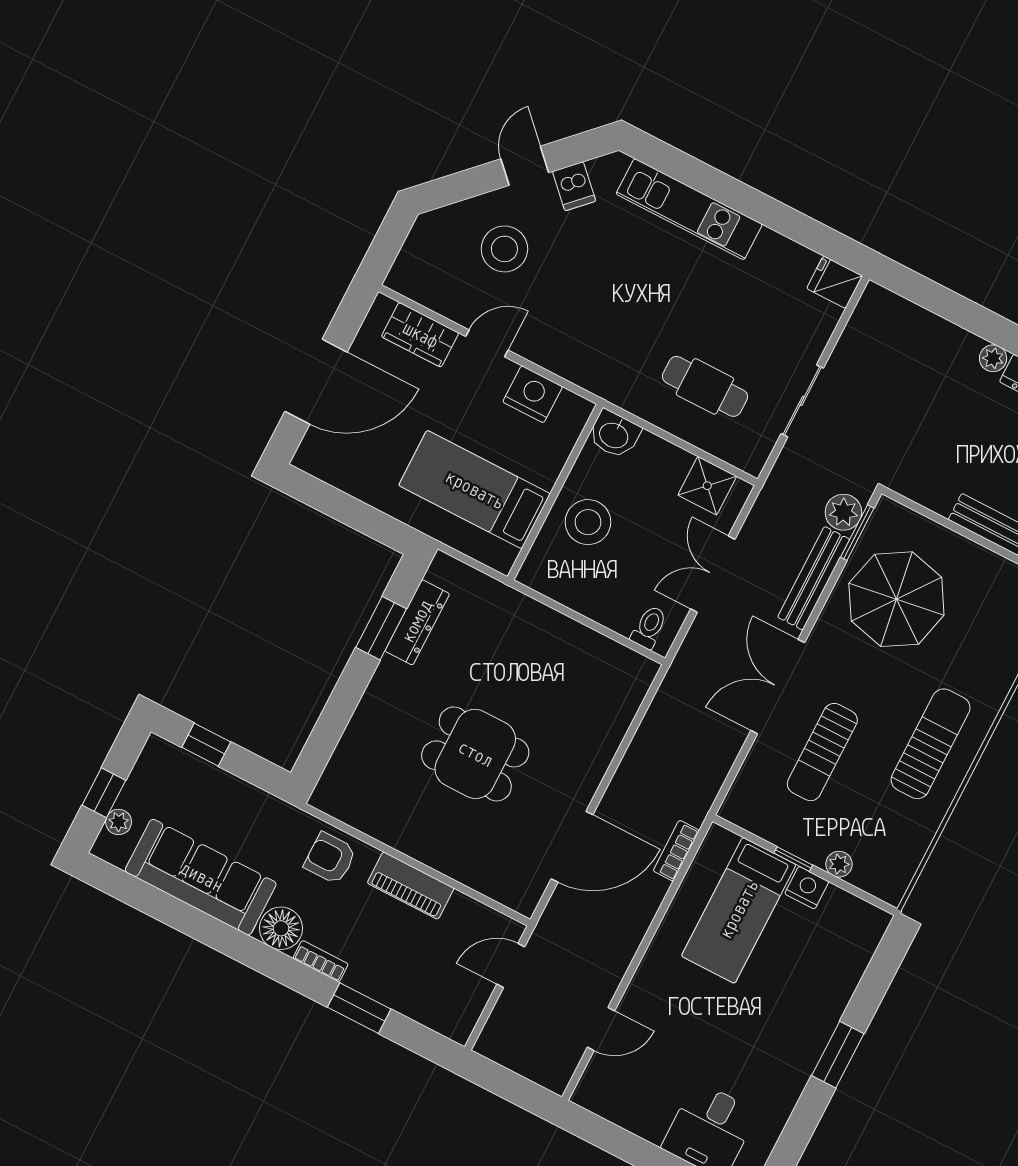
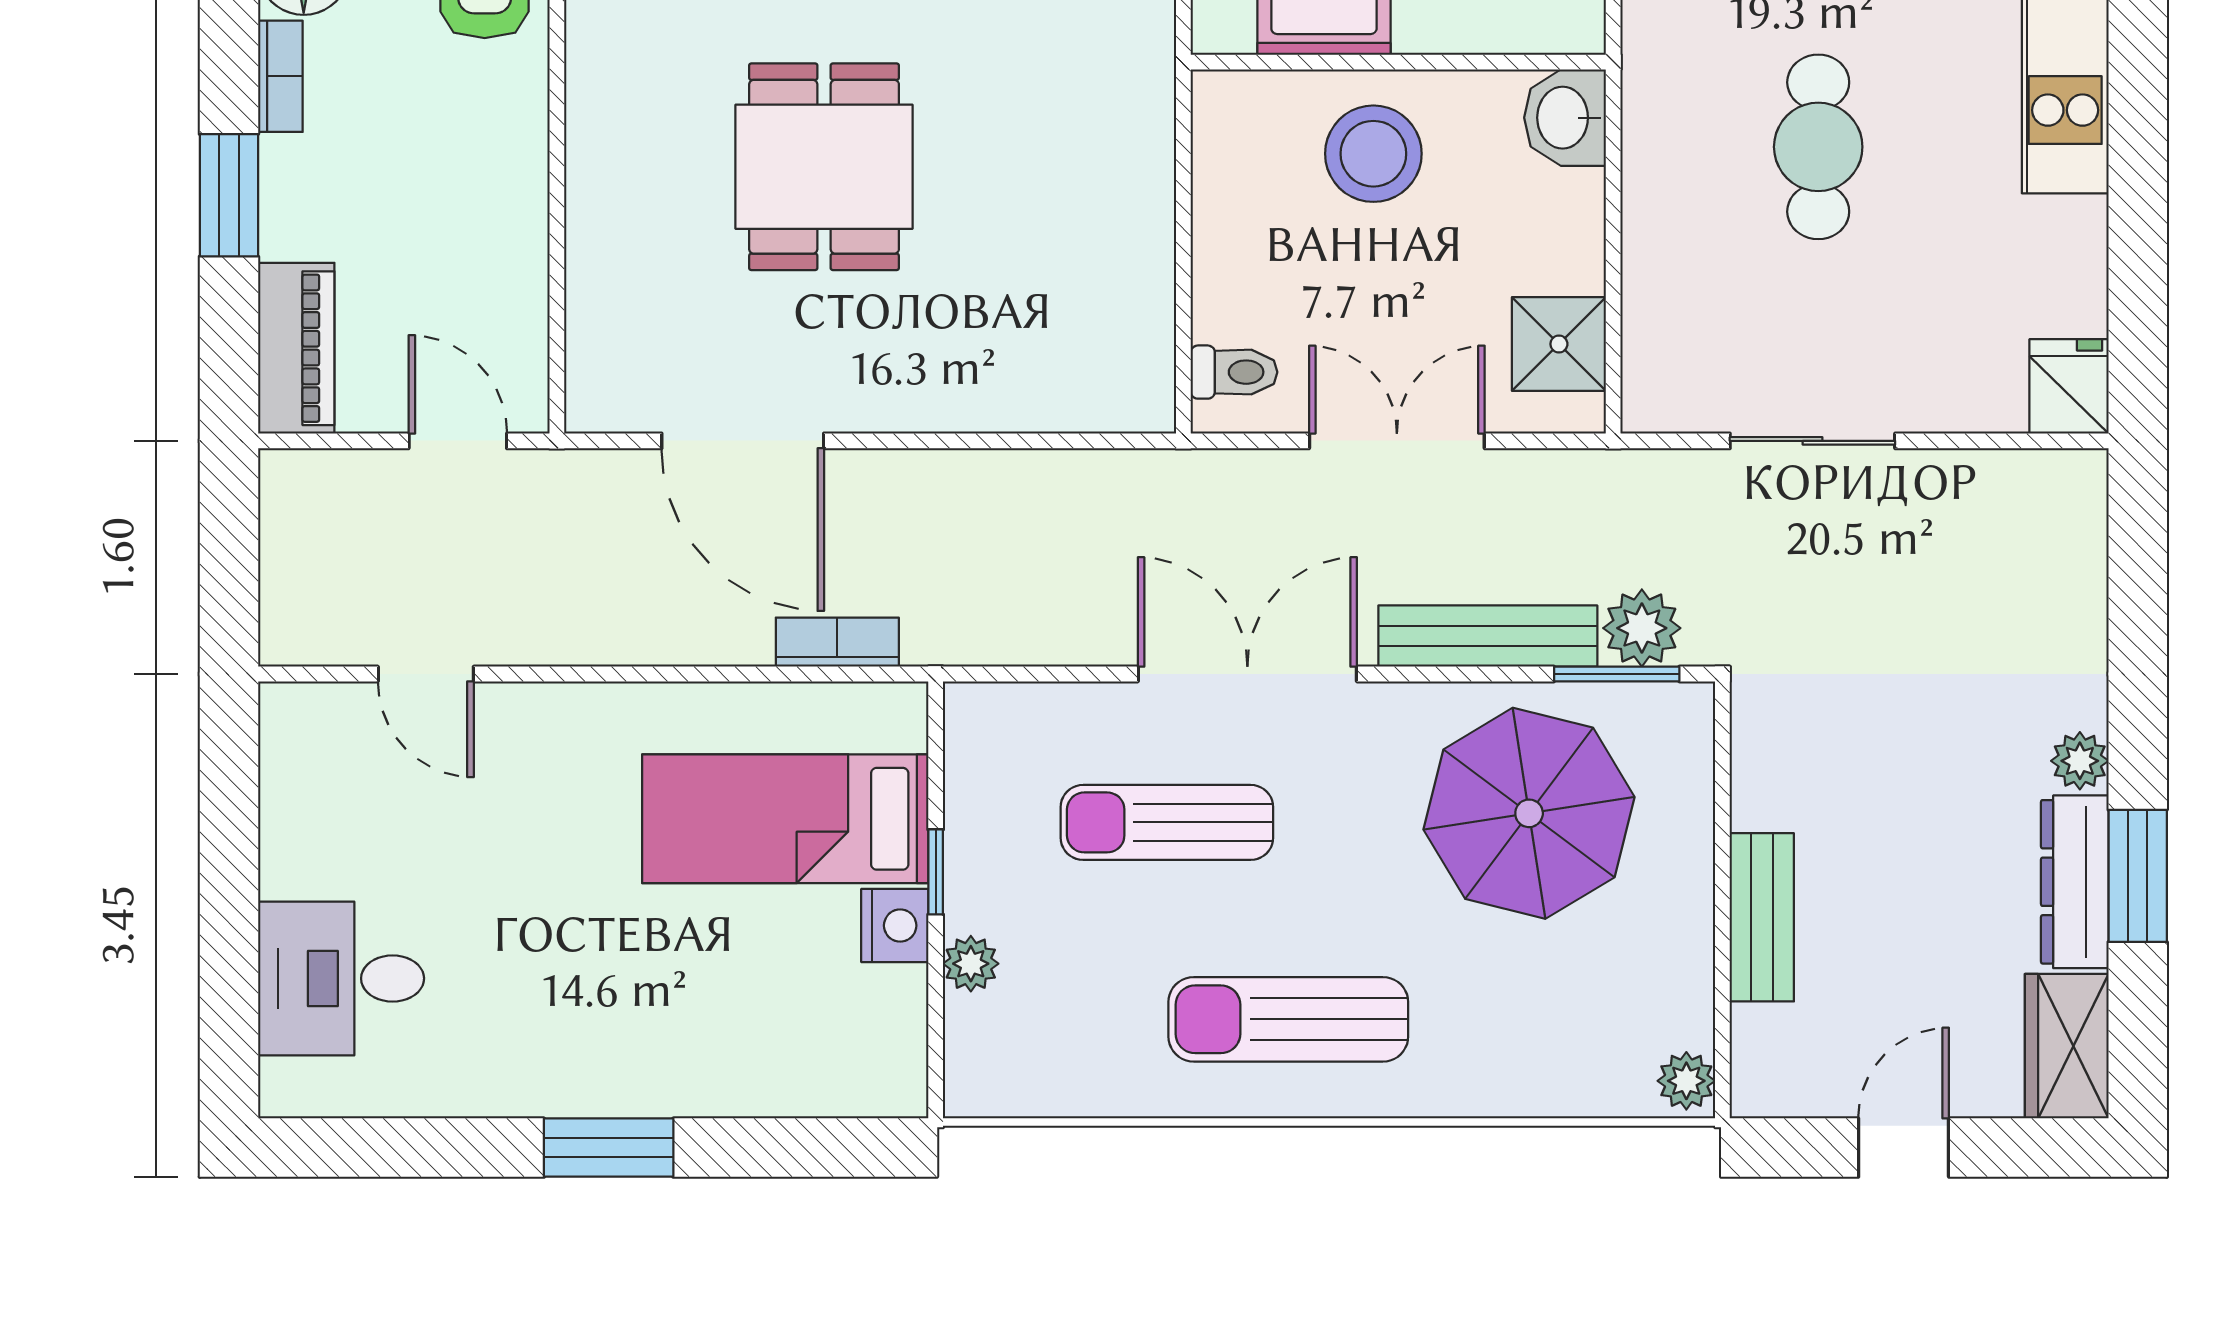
cafe table: (705, 386) -> (1818, 147), moved
sun lounger: (931, 744) -> (1288, 1019), turned 180
piano: (411, 886) -> (296, 348), moved, turned 180

